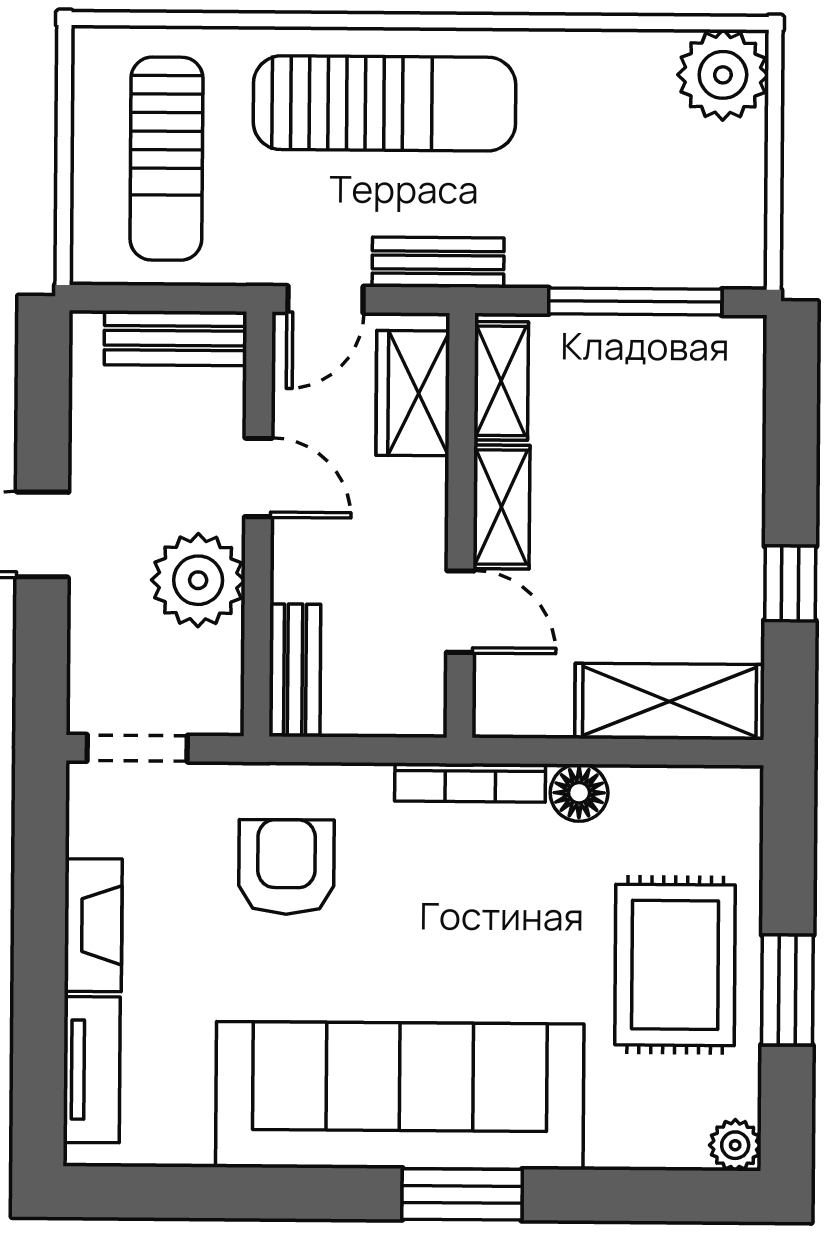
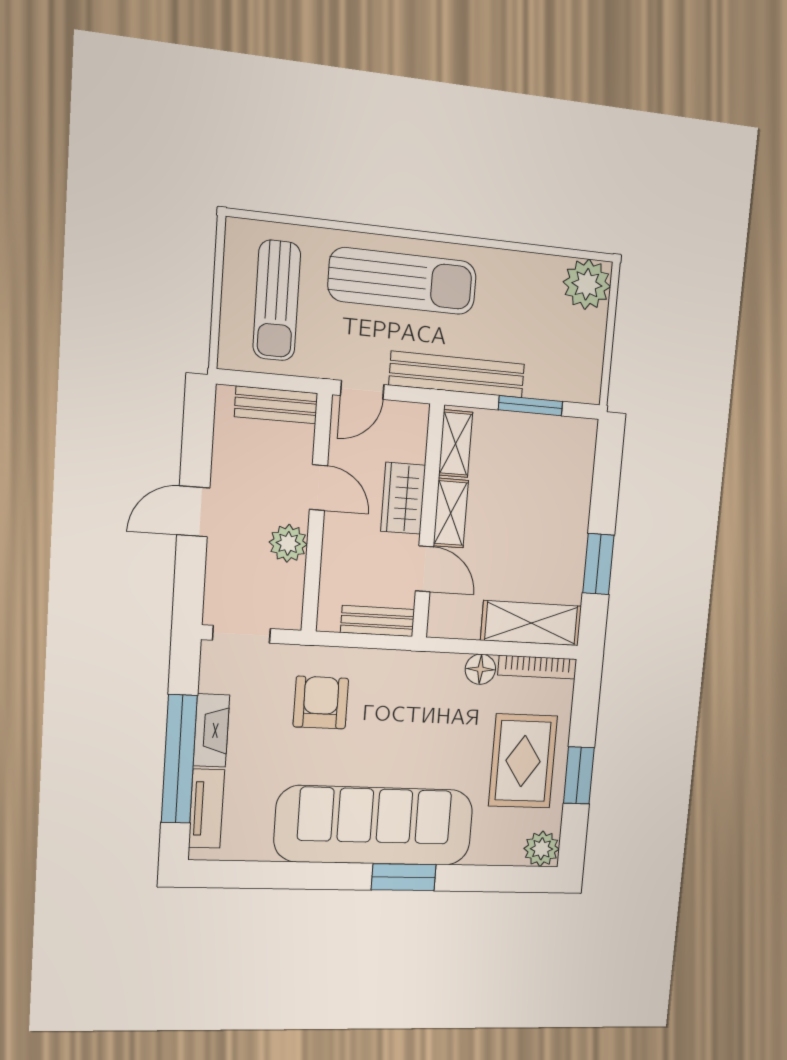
bench: (438, 262) -> (457, 375), width x1.86, depth x1.21
window: (635, 302) -> (531, 406), width x0.69
wardrobe: (413, 393) -> (403, 498), moved
plant: (198, 580) -> (288, 543), width x0.73, depth x0.73
window: (790, 583) -> (598, 564), width x1.50
bench: (295, 670) -> (378, 621), moved, turned 90
bookcase: (470, 783) -> (537, 667), moved
window: (39, 980) -> (179, 759), added
plant: (735, 1145) -> (542, 849), width x1.38, depth x1.38

